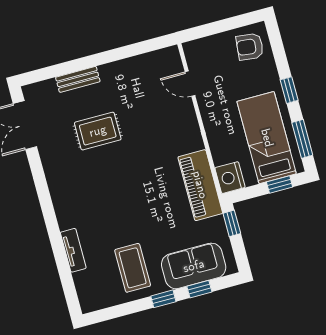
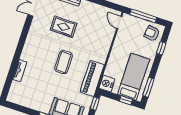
window: (217, 27) -> (143, 16), added
door: (190, 84) -> (119, 23), moved
window: (289, 90) -> (161, 48), moved
coffee table: (133, 268) -> (64, 62), moved

